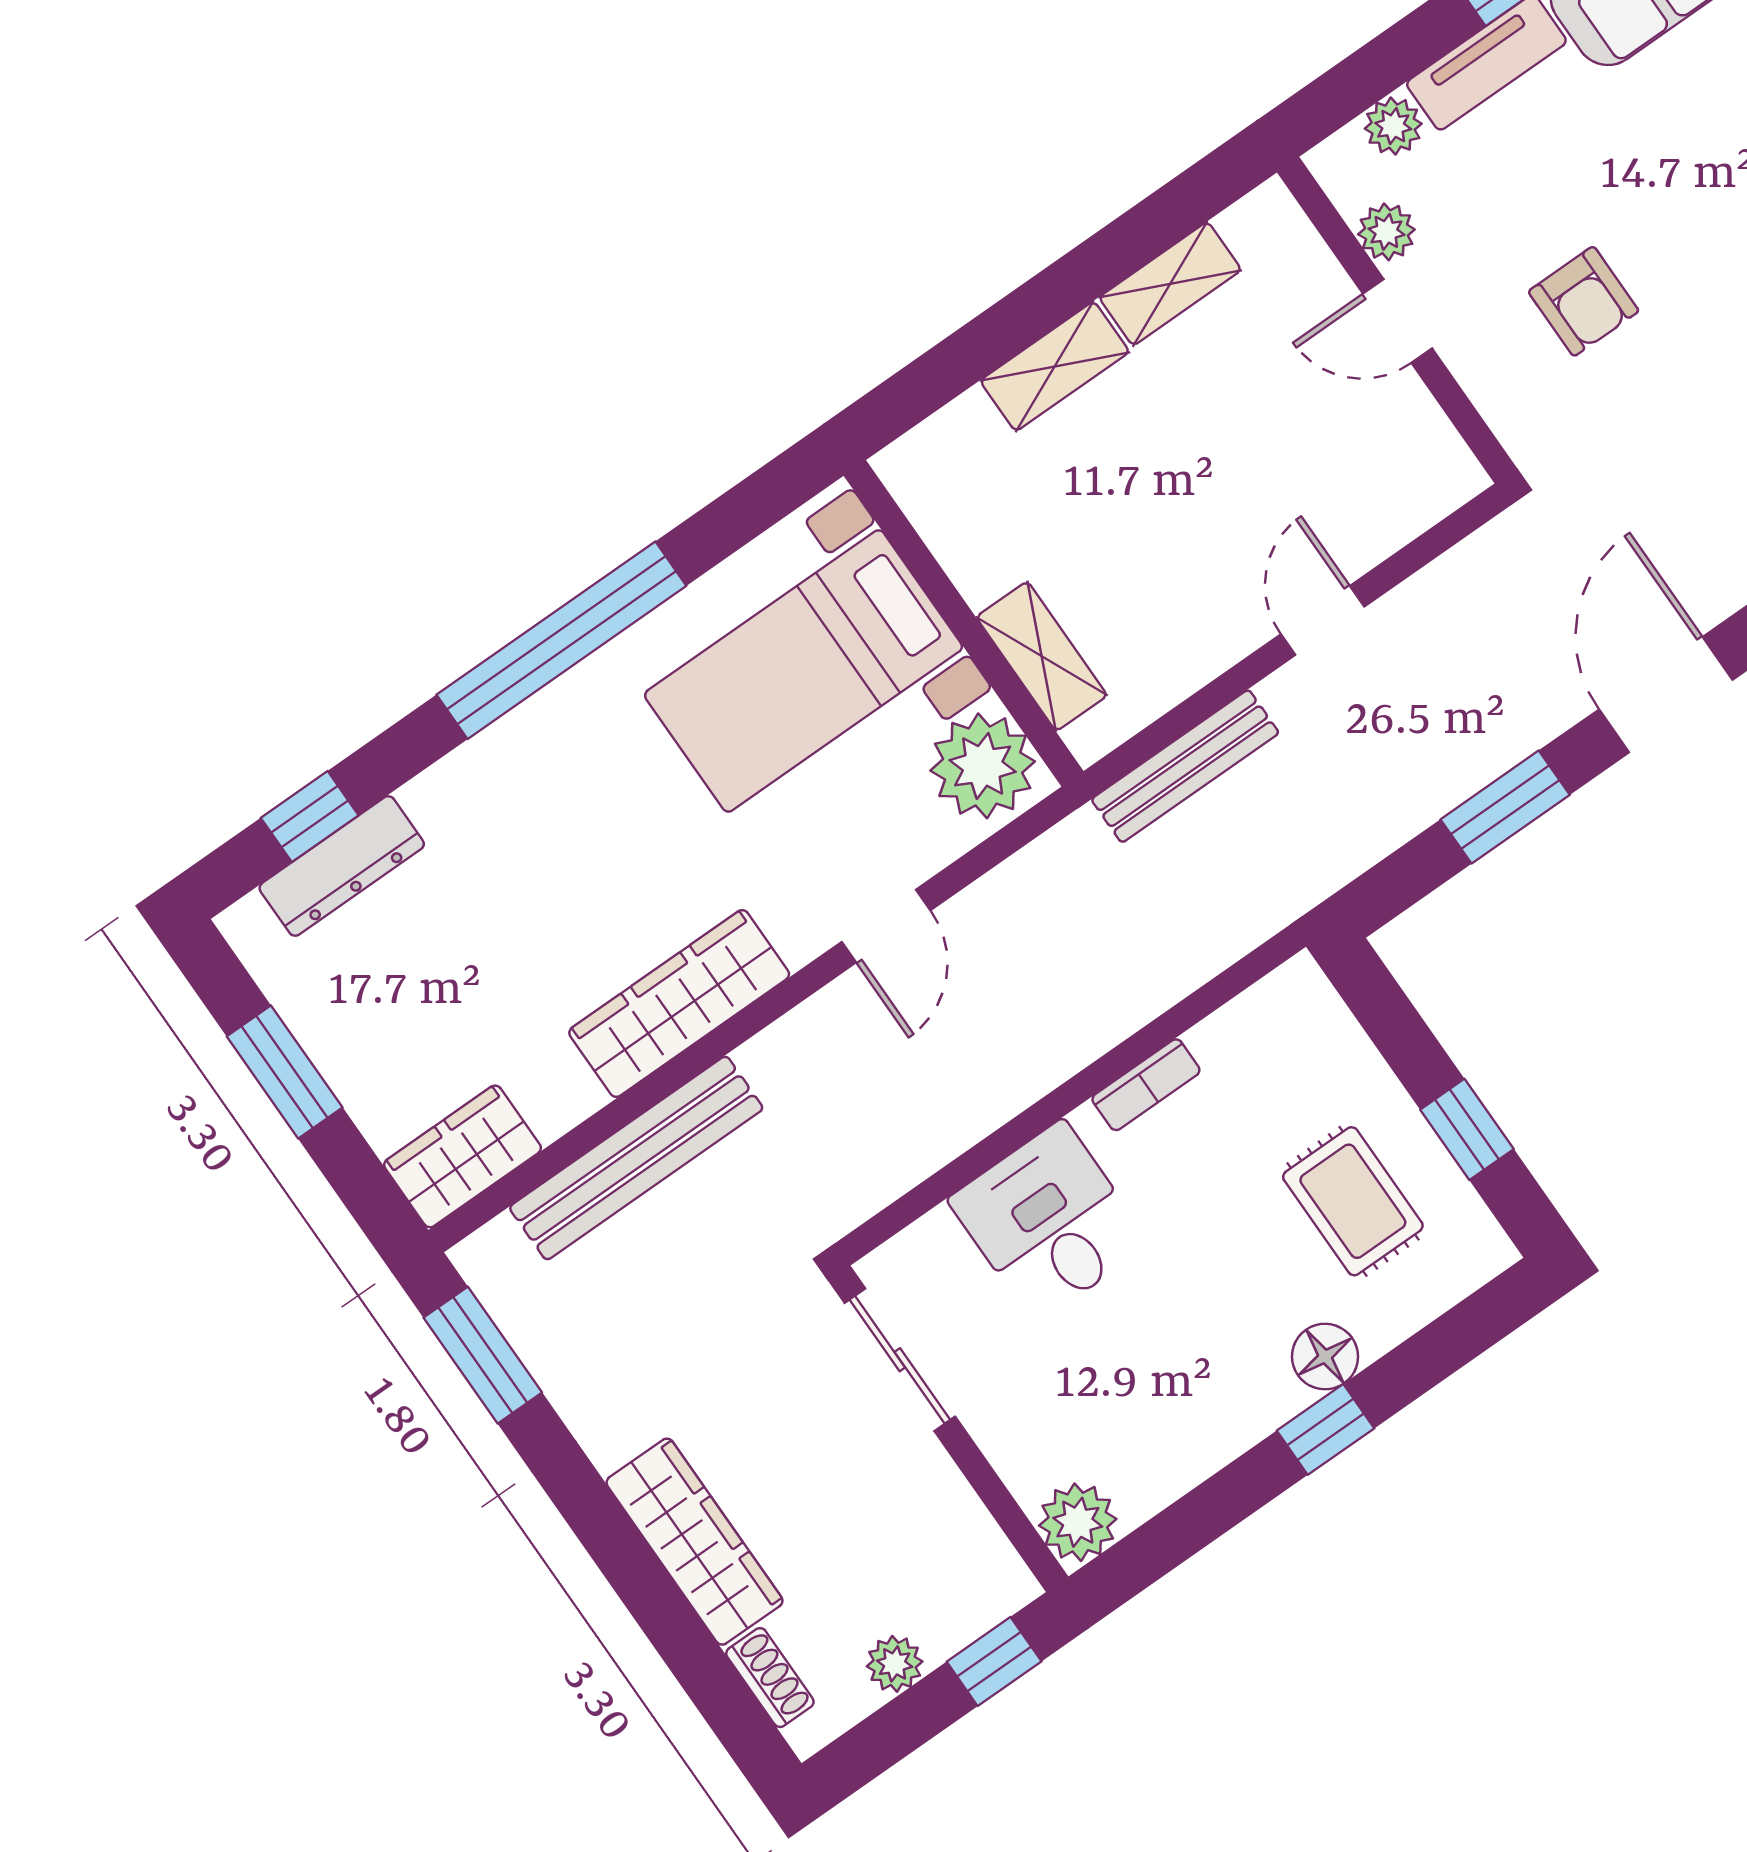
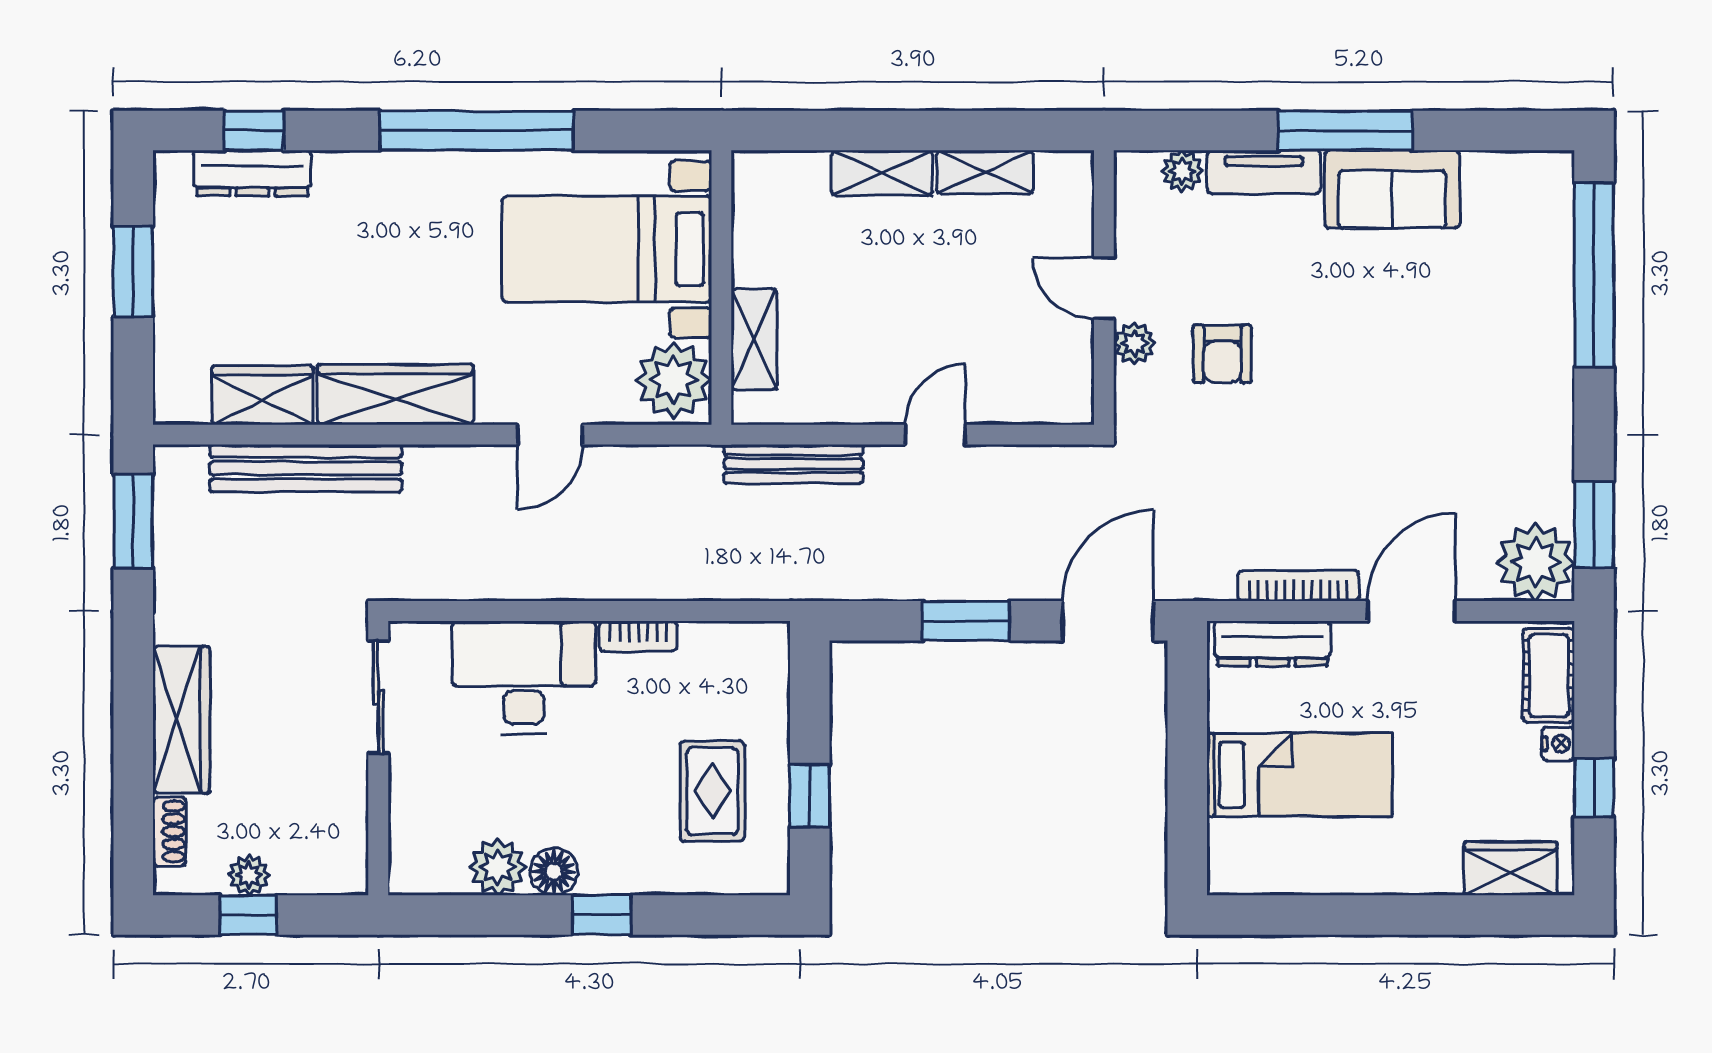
plant: (1386, 232) -> (1134, 343), moved
wardrobe: (463, 1156) -> (263, 395), moved
desk: (1049, 1222) -> (524, 677), width x1.37
floor lamp: (1325, 1357) -> (554, 872), moved
plant: (1078, 1522) -> (498, 867), moved
window: (994, 1662) -> (248, 915), moved

